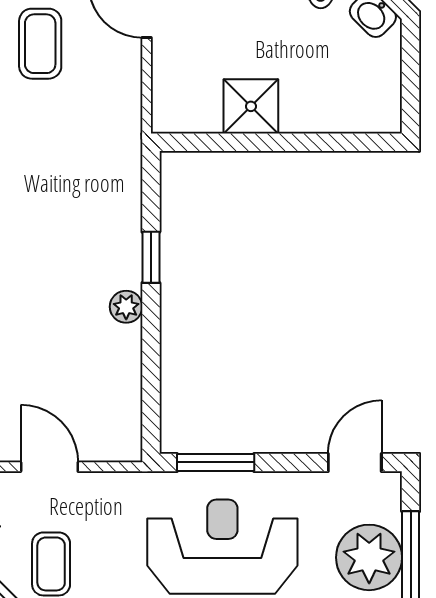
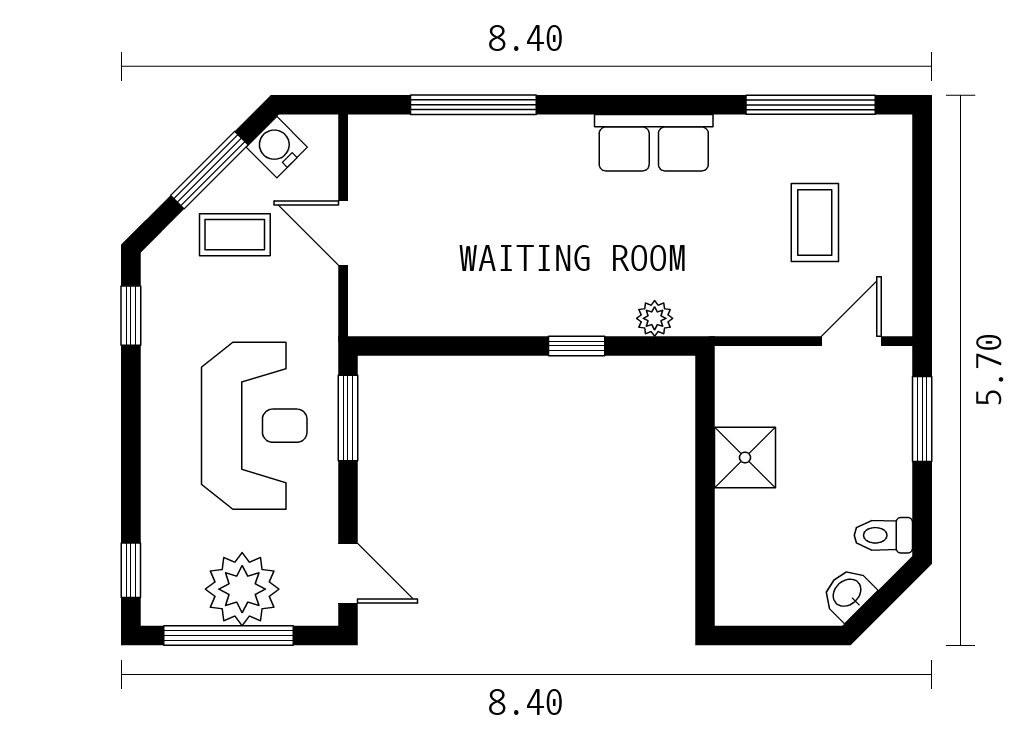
coffee table: (40, 44) -> (815, 223), turned 90
plant: (126, 307) -> (655, 318), moved
door: (49, 467) -> (343, 233), swing flipped

